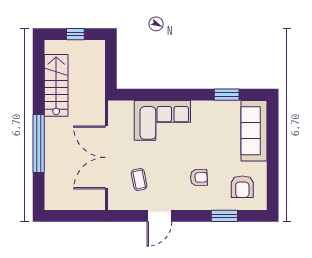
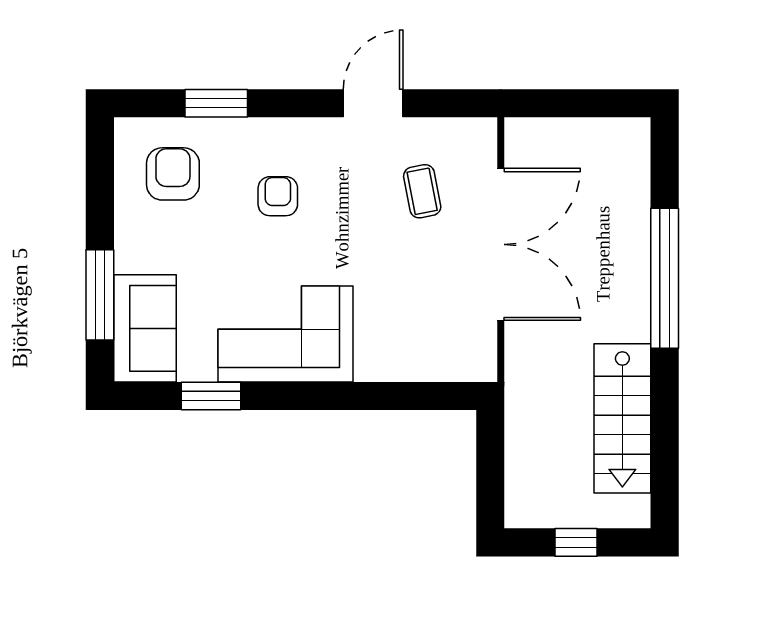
corner sofa: (162, 120) -> (286, 334), moved
sofa: (254, 131) -> (145, 328), width x0.73
window: (273, 137) -> (100, 295), added
armchair: (199, 177) -> (278, 196), turned 92

